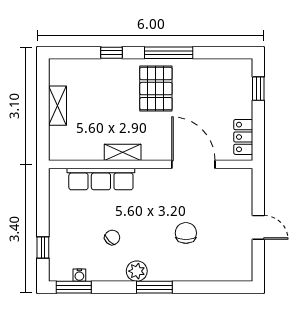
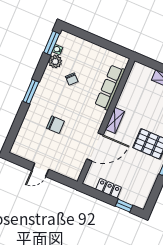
locker: (243, 137) -> (108, 188), moved
shelving: (123, 152) -> (115, 120), moved
window: (43, 247) -> (84, 35), removed
plant: (137, 271) -> (55, 61), moved

